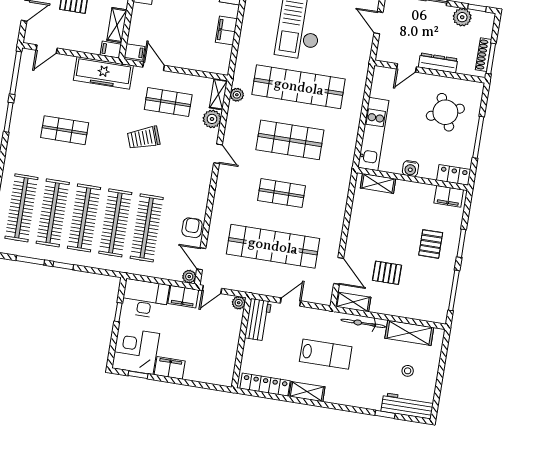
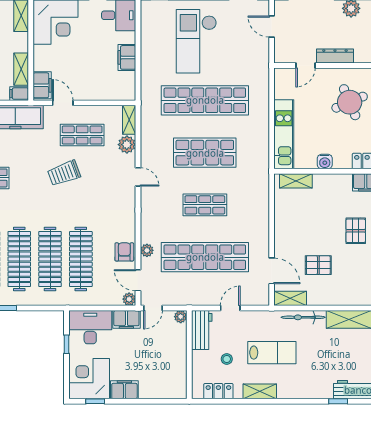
filing cabinet: (135, 52) -> (42, 85), width x2.00
plant: (237, 95) -> (147, 250), moved
stool: (408, 371) -> (227, 359), moved
locker: (265, 385) -> (218, 391), width x0.66

